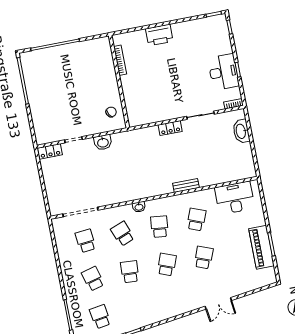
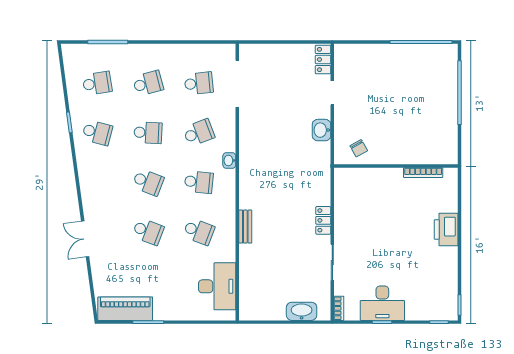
piano: (261, 247) -> (125, 309), moved
school desk: (137, 310) -> (97, 133), added

